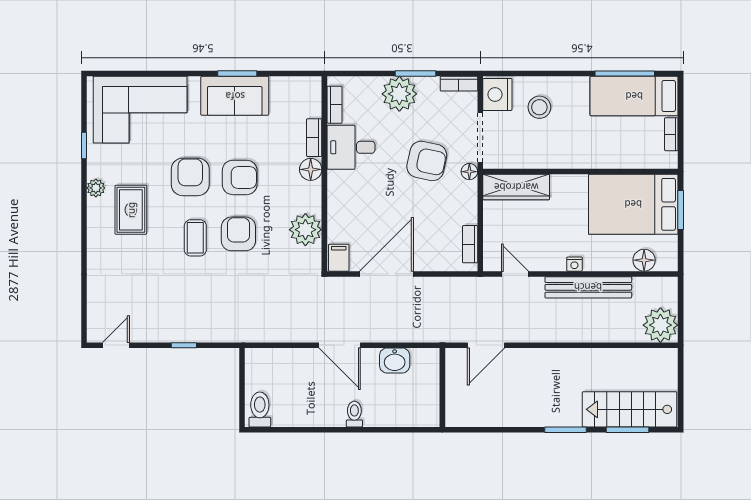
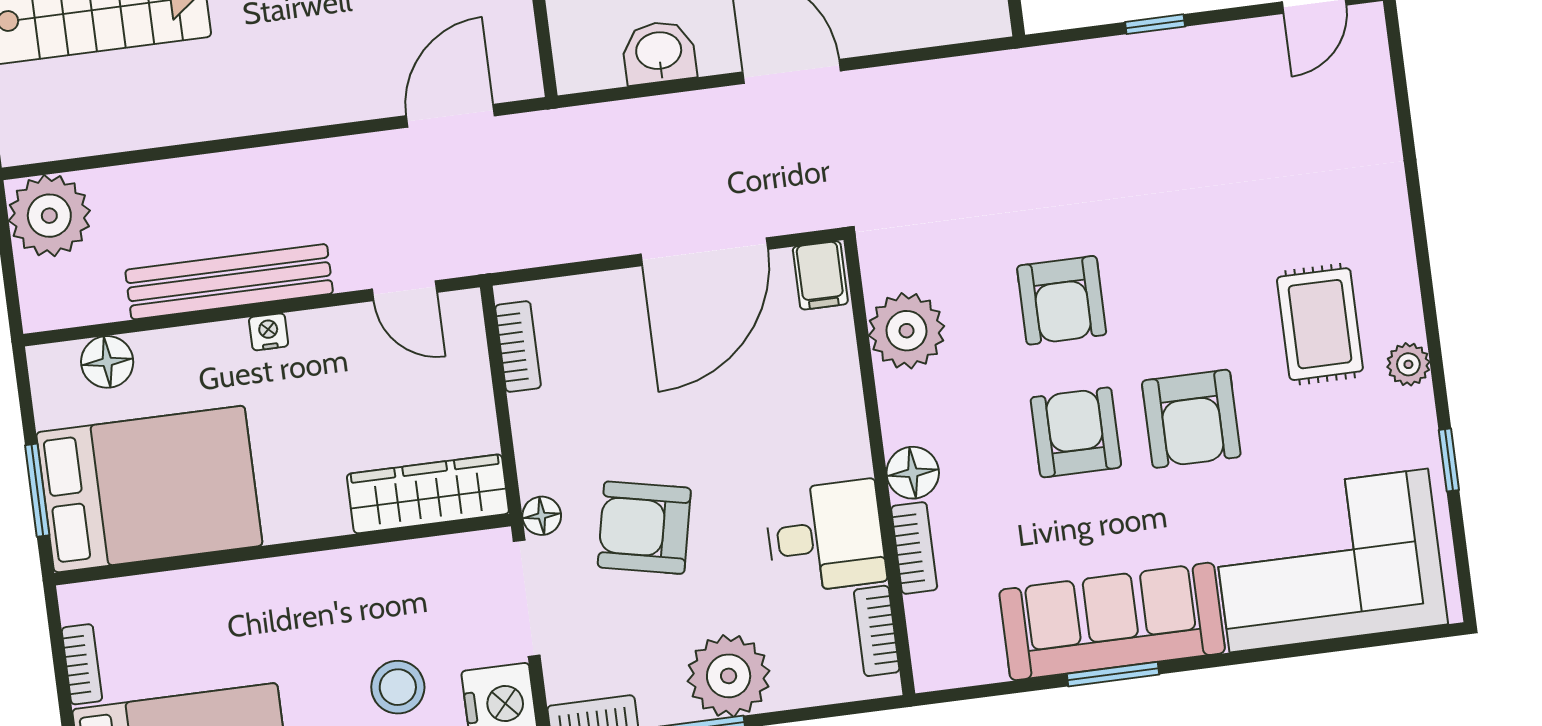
sofa: (235, 96) -> (1112, 621), width x1.36
armchair: (240, 177) -> (1076, 432), turned 90
coffee table: (195, 238) -> (1161, 278), removed

